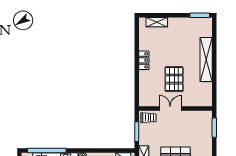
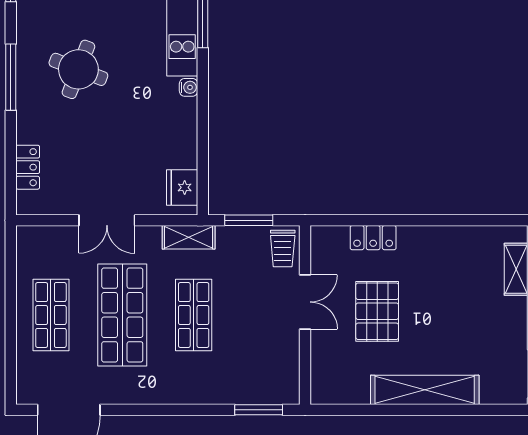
locker: (144, 60) -> (373, 238), moved
pallet: (174, 79) -> (377, 311), turned 90

